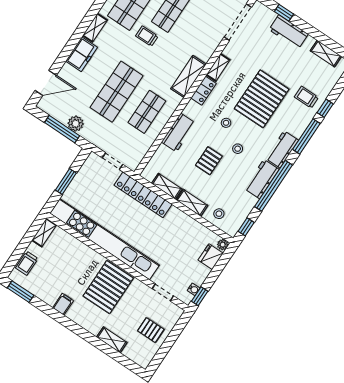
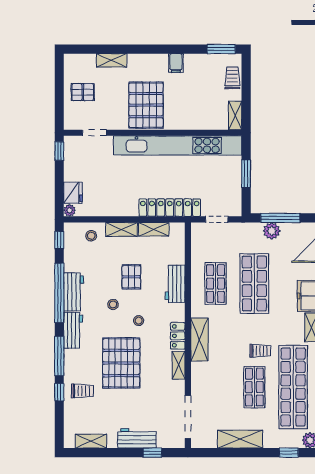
water cooler: (194, 289) -> (69, 154), removed

